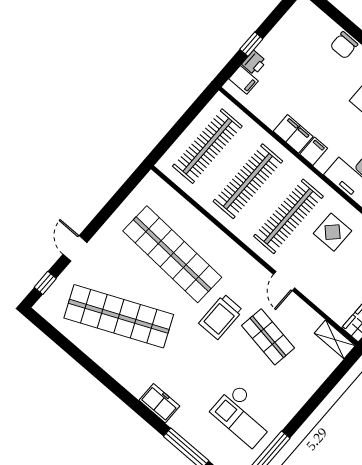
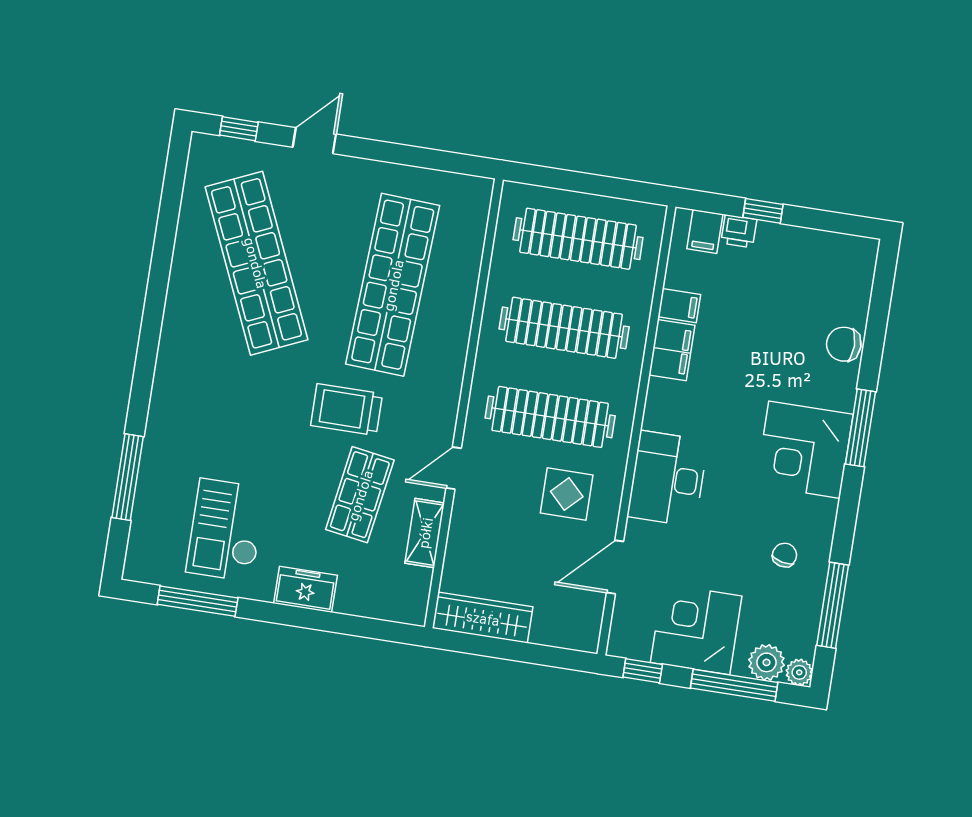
filing cabinet: (314, 151) -> (679, 306), moved
shelving: (335, 339) -> (425, 533), moved
freezer: (159, 403) -> (306, 589), moved, turned -90

